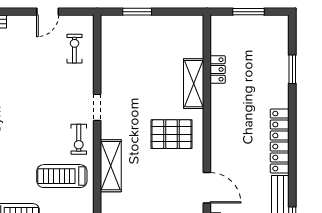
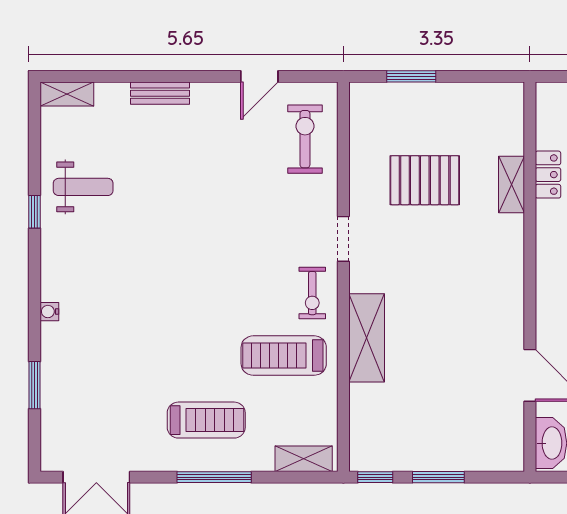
exercise bike: (74, 49) -> (305, 139), width x1.38, depth x1.39
shelving: (194, 84) -> (511, 185), width x0.67, depth x0.75
pallet: (172, 134) -> (425, 180), moved

